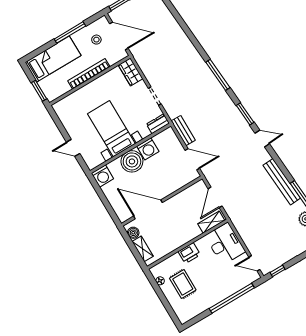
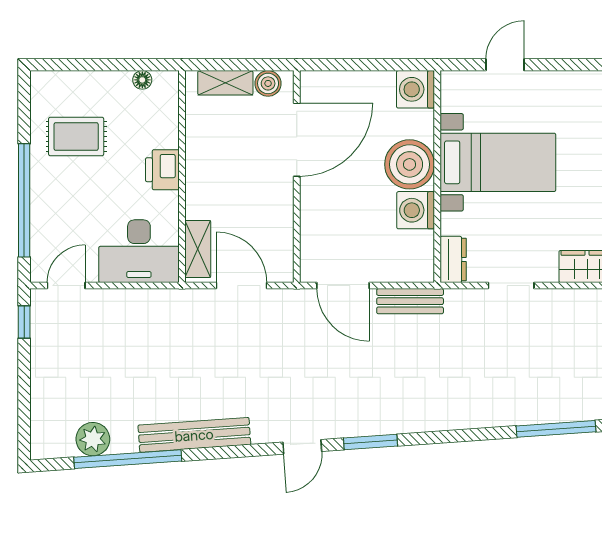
window: (218, 75) -> (556, 429), moved
door: (192, 159) -> (343, 286), hinge flipped
rug: (183, 284) -> (76, 137), moved

